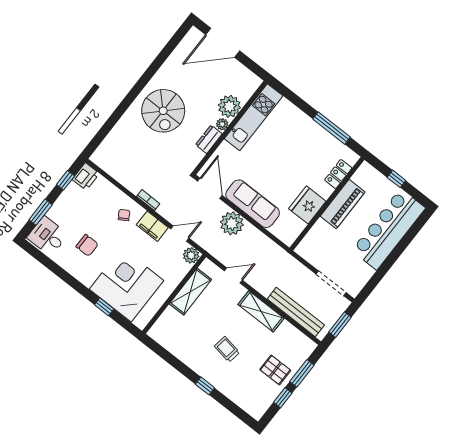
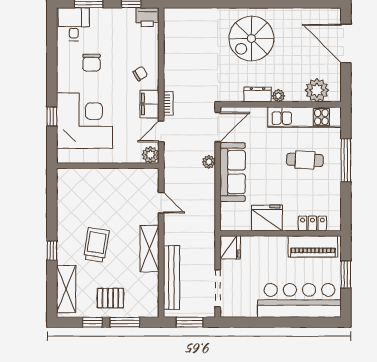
plant: (229, 106) -> (317, 90), moved
window: (332, 128) -> (346, 160), moved
cafe table: (286, 142) -> (305, 160), added
window: (396, 179) -> (346, 275), width x1.50
bookcase: (148, 200) -> (168, 103), moved
piano: (343, 204) -> (313, 246), moved
plant: (232, 223) -> (209, 162), width x0.53, depth x0.53
door: (180, 234) -> (161, 132), swing flipped
fridge: (308, 250) -> (230, 247), added
shelving: (190, 292) -> (66, 289), moved, turned 90
trolley: (227, 349) -> (96, 245), width x1.36, depth x1.39
pallet: (275, 370) -> (110, 298), turned 90

